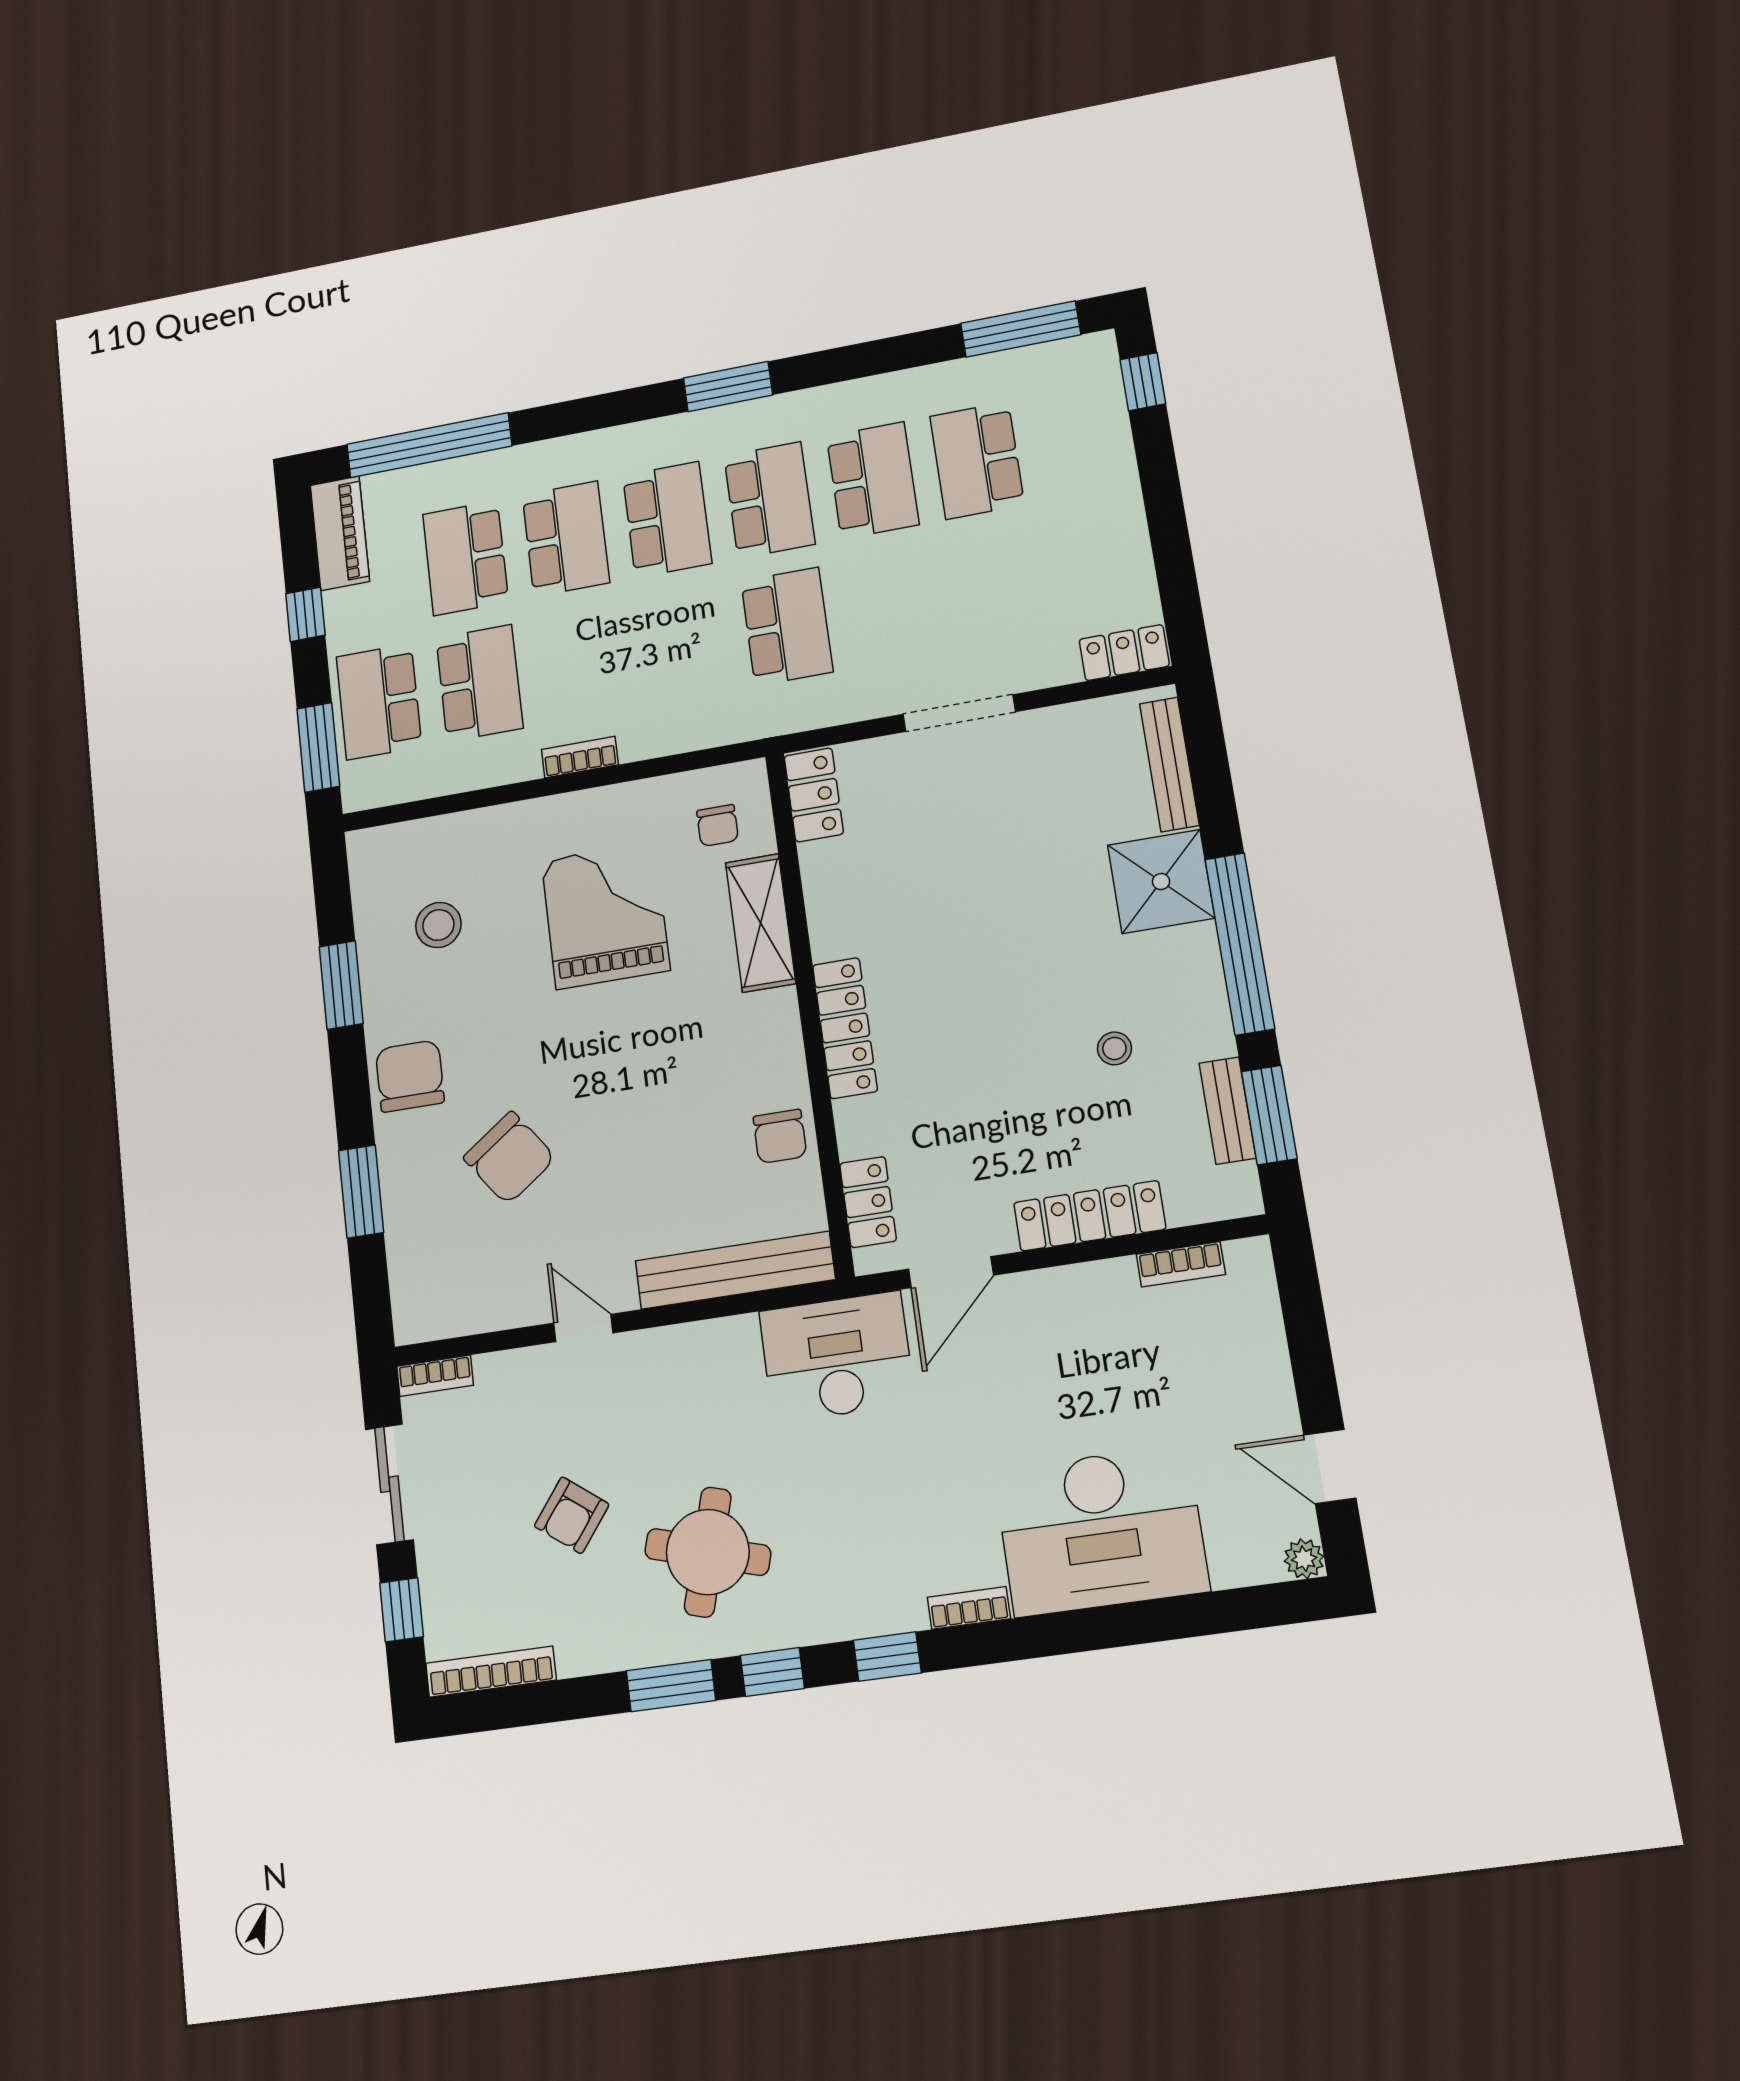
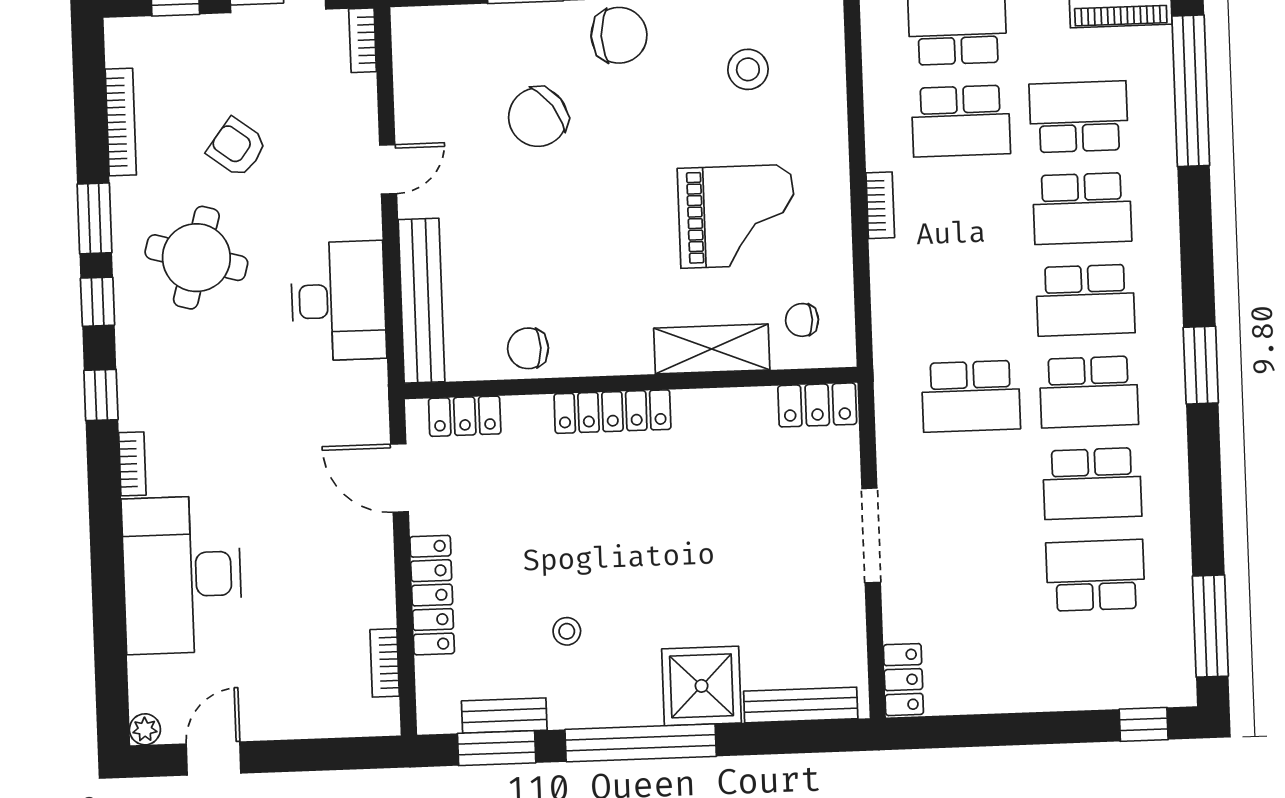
desk: (837, 1357) -> (338, 301), moved
bookcase: (491, 1672) -> (121, 122), moved

